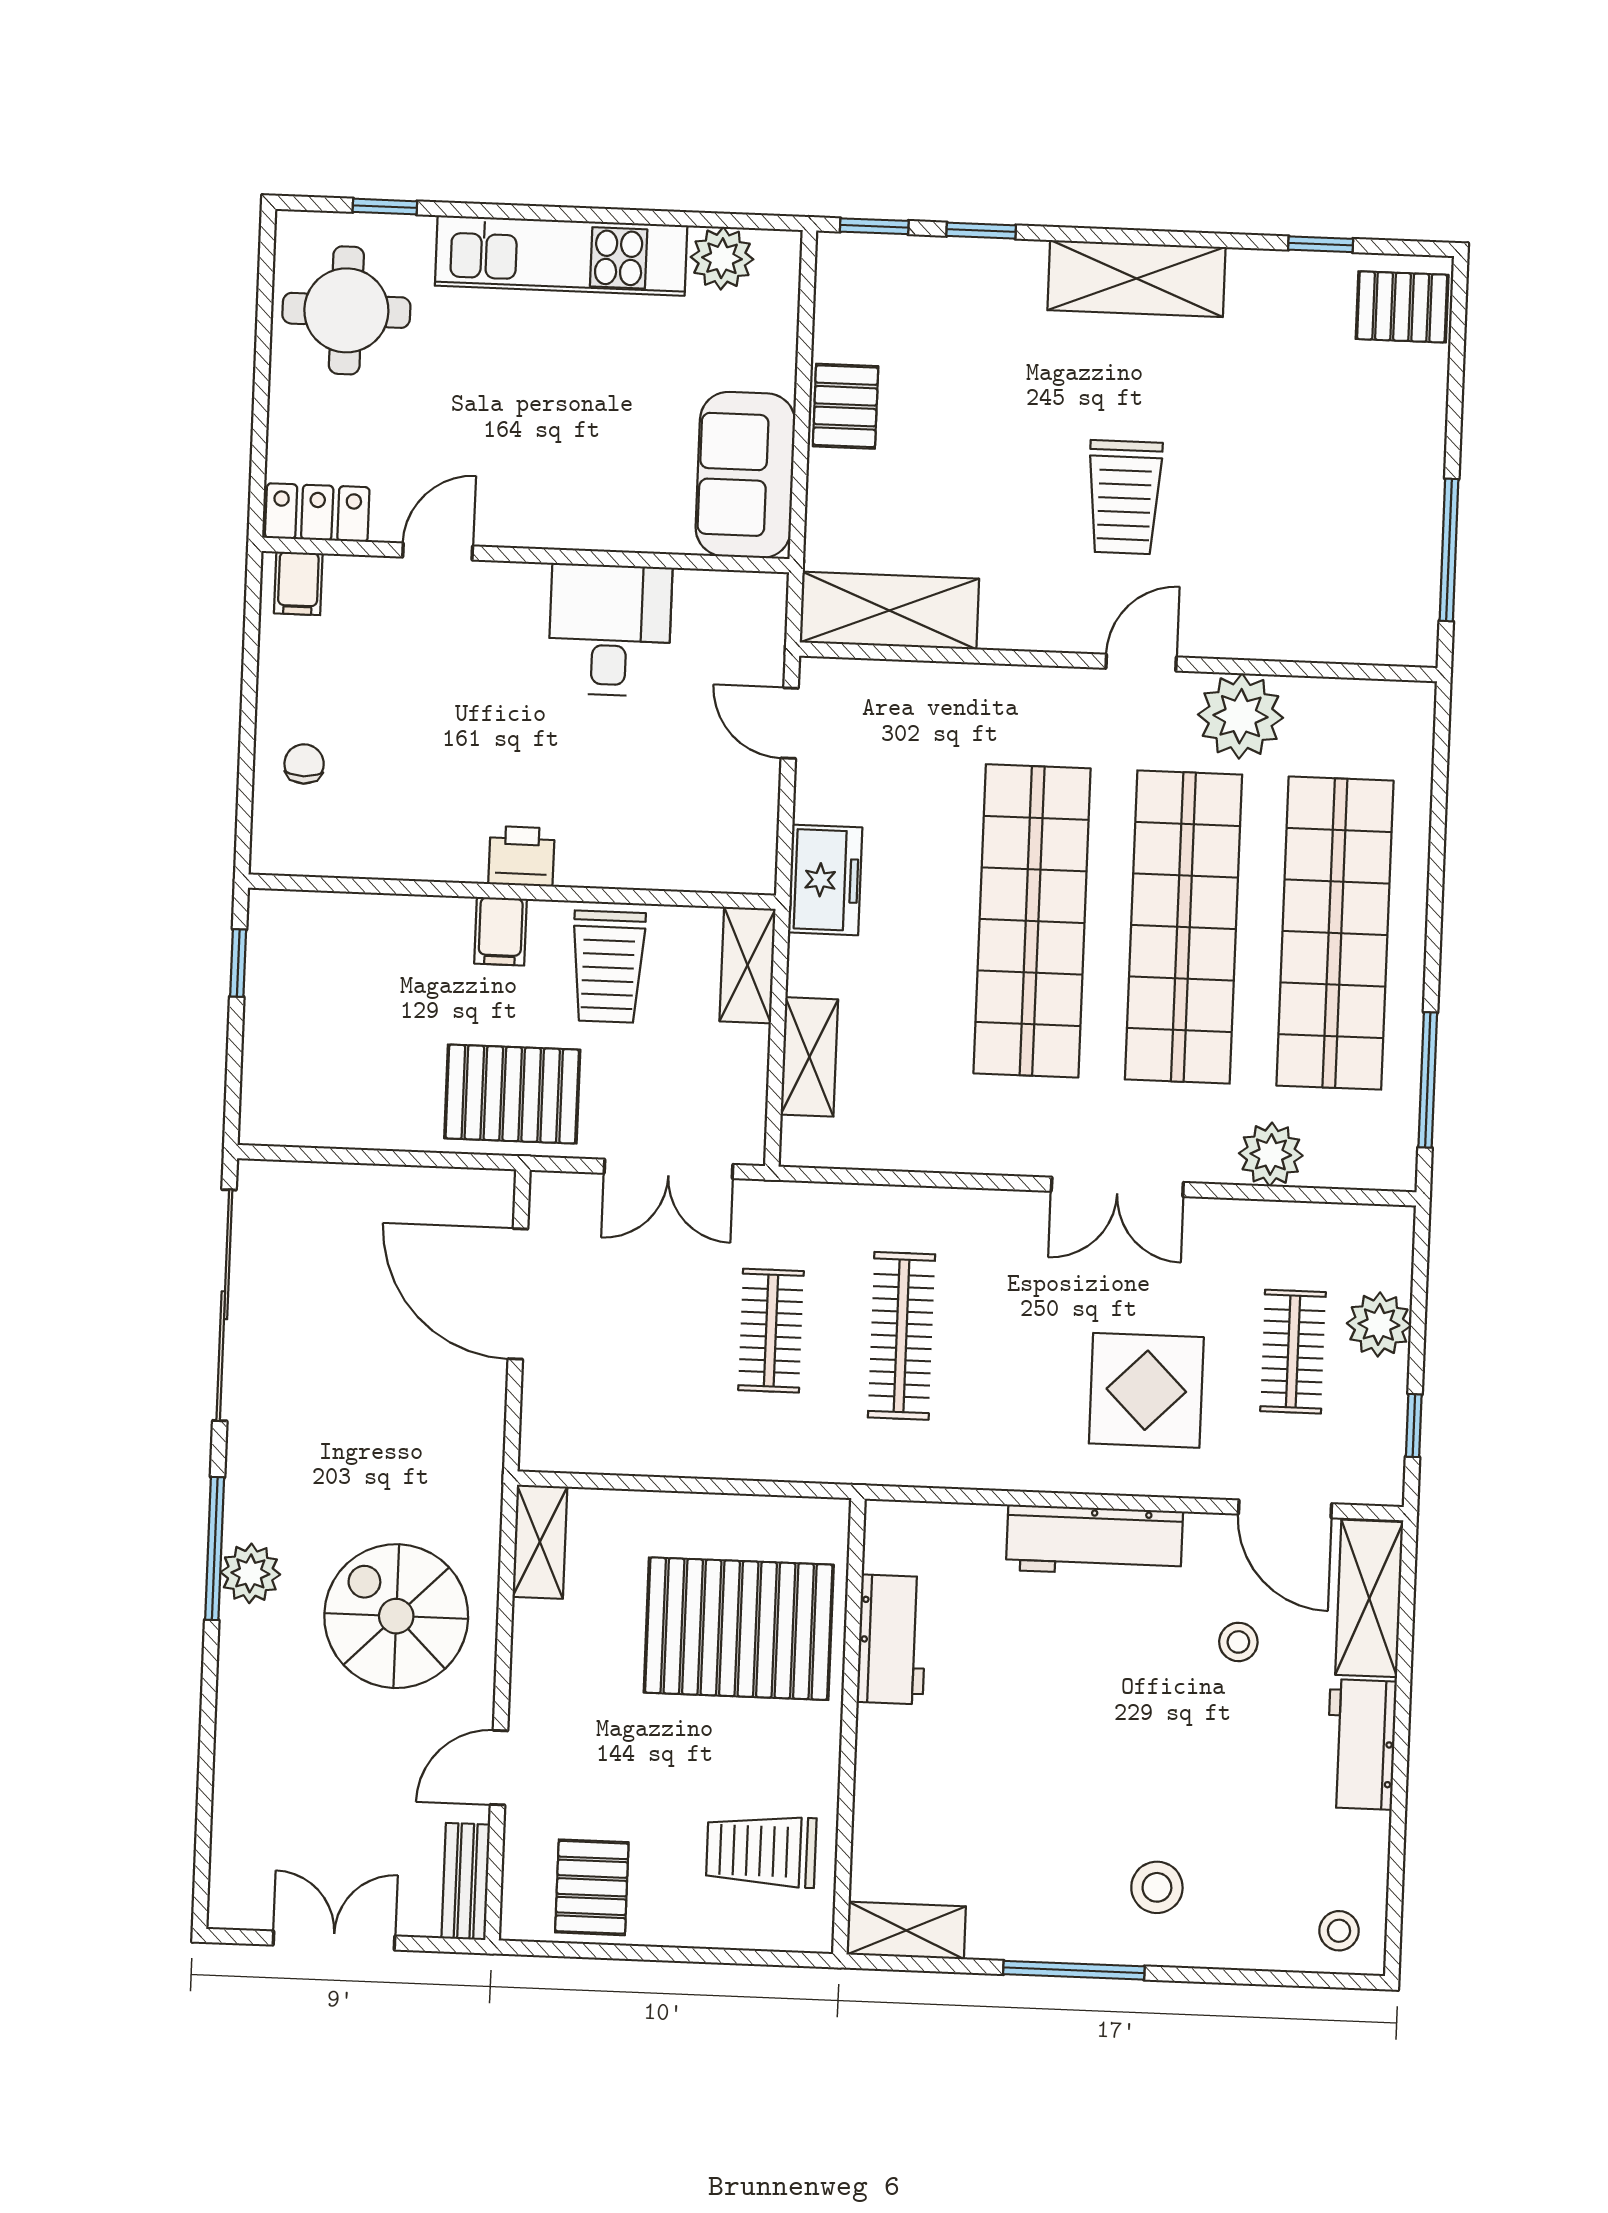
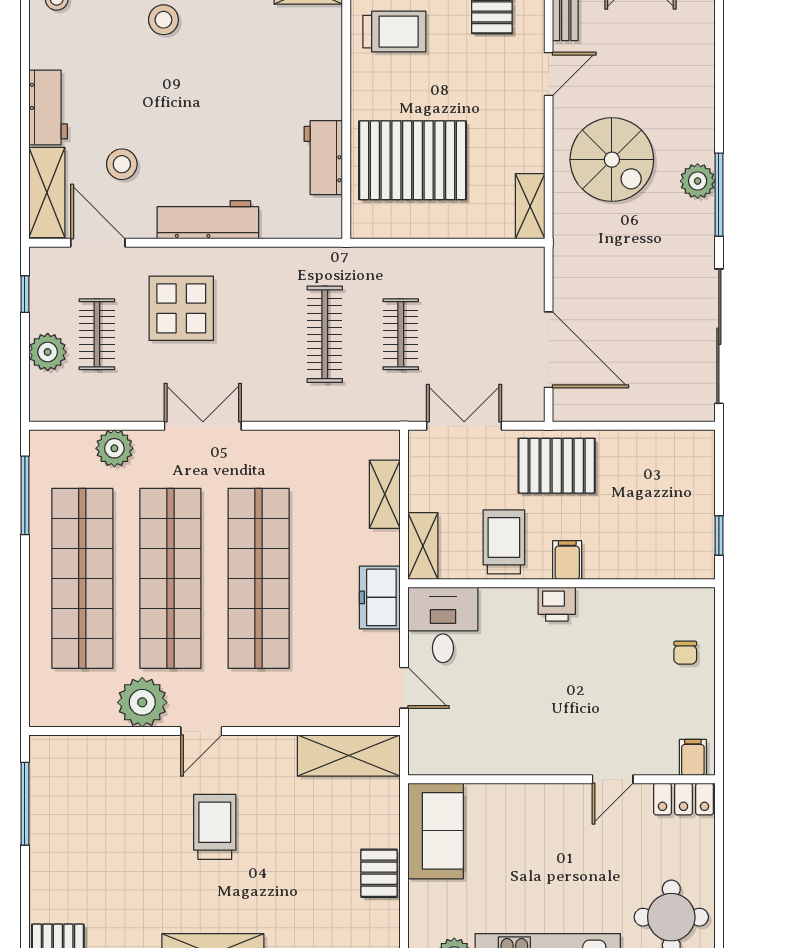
desk: (610, 630) -> (443, 625), moved, turned 180
stool: (1238, 1642) -> (122, 164), width x1.37, depth x1.37

